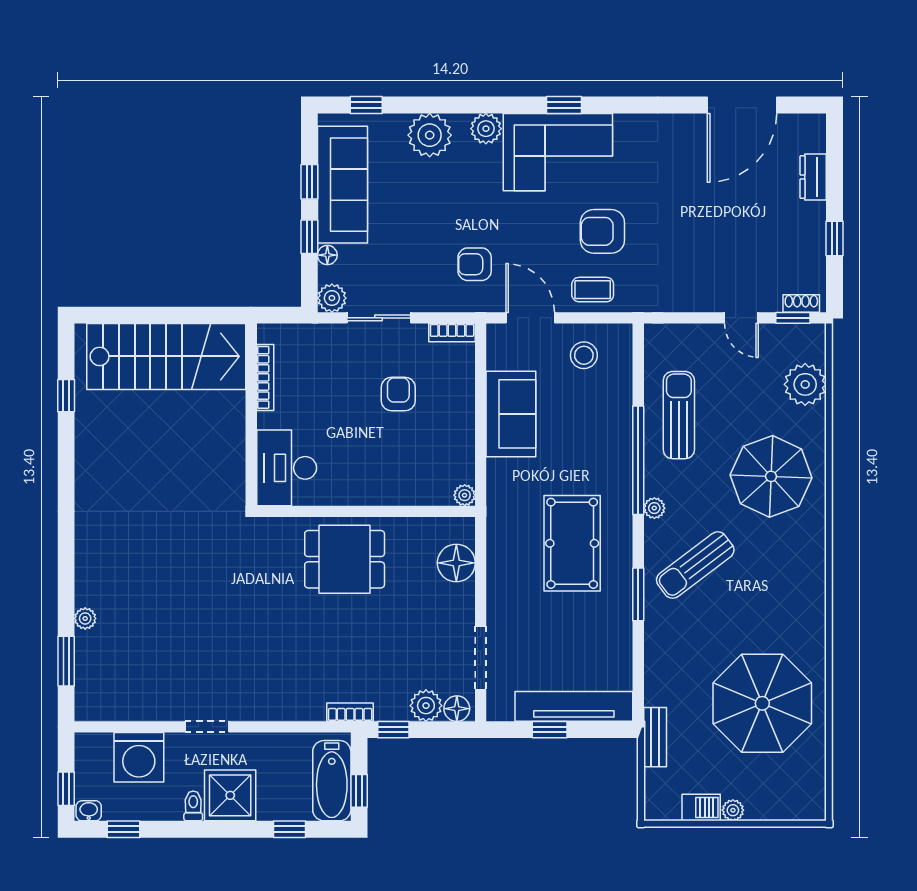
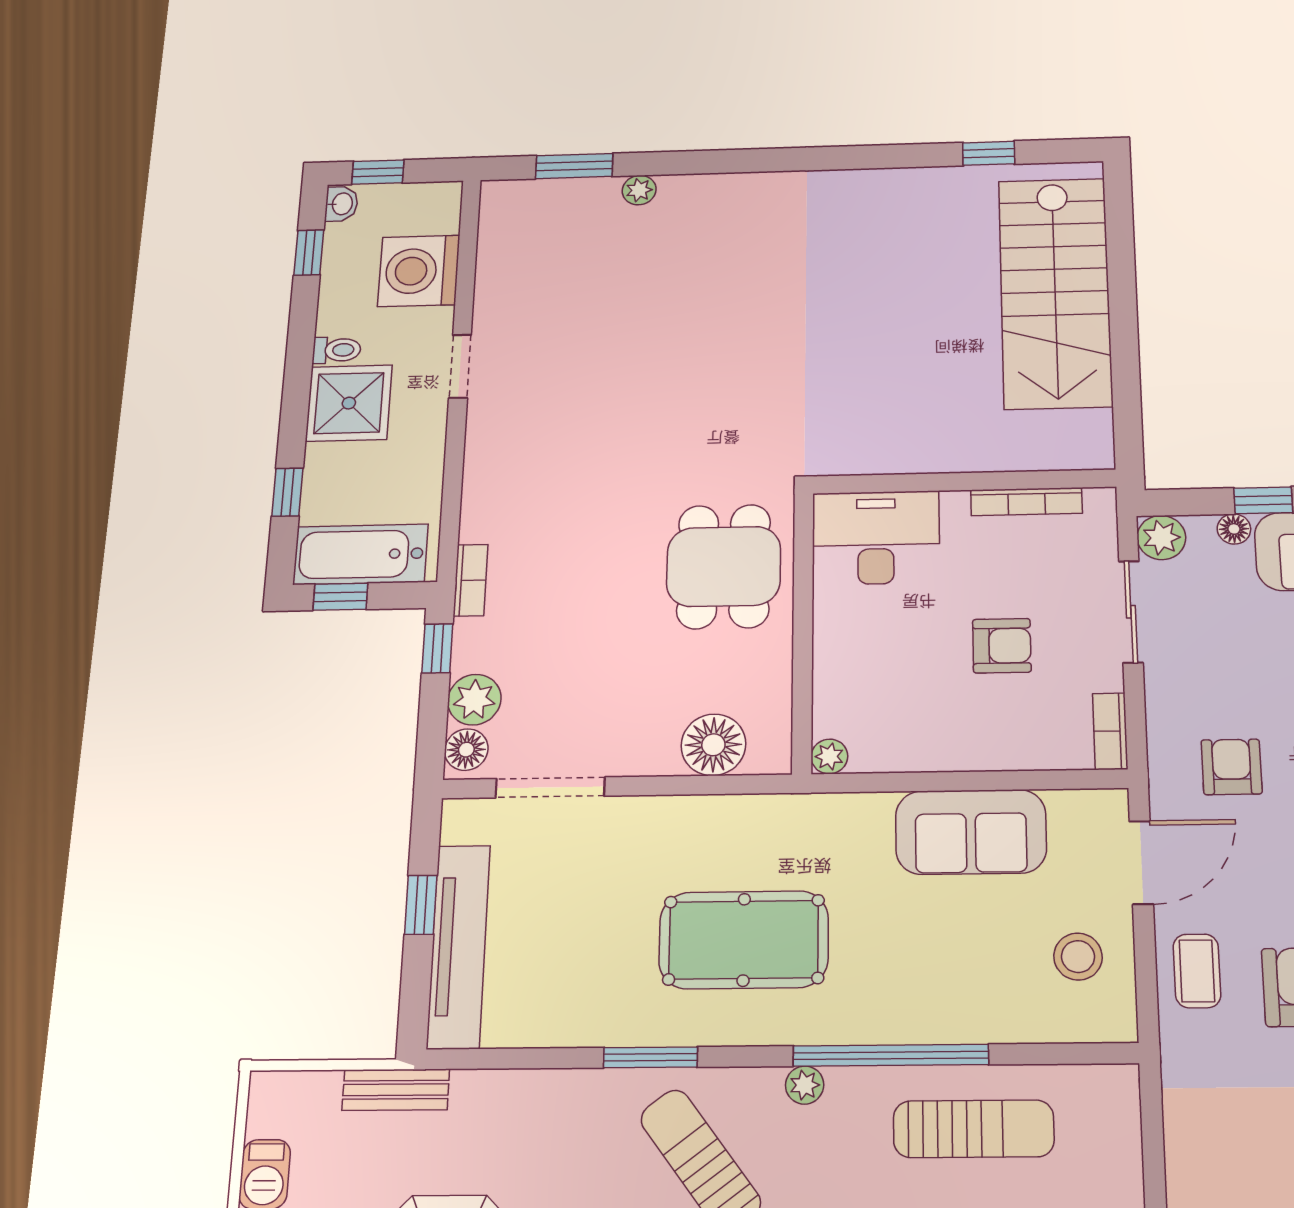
bookcase: (265, 377) -> (1026, 502), moved
wall: (251, 415) -> (964, 482), moved
desk: (287, 468) -> (876, 538), moved

